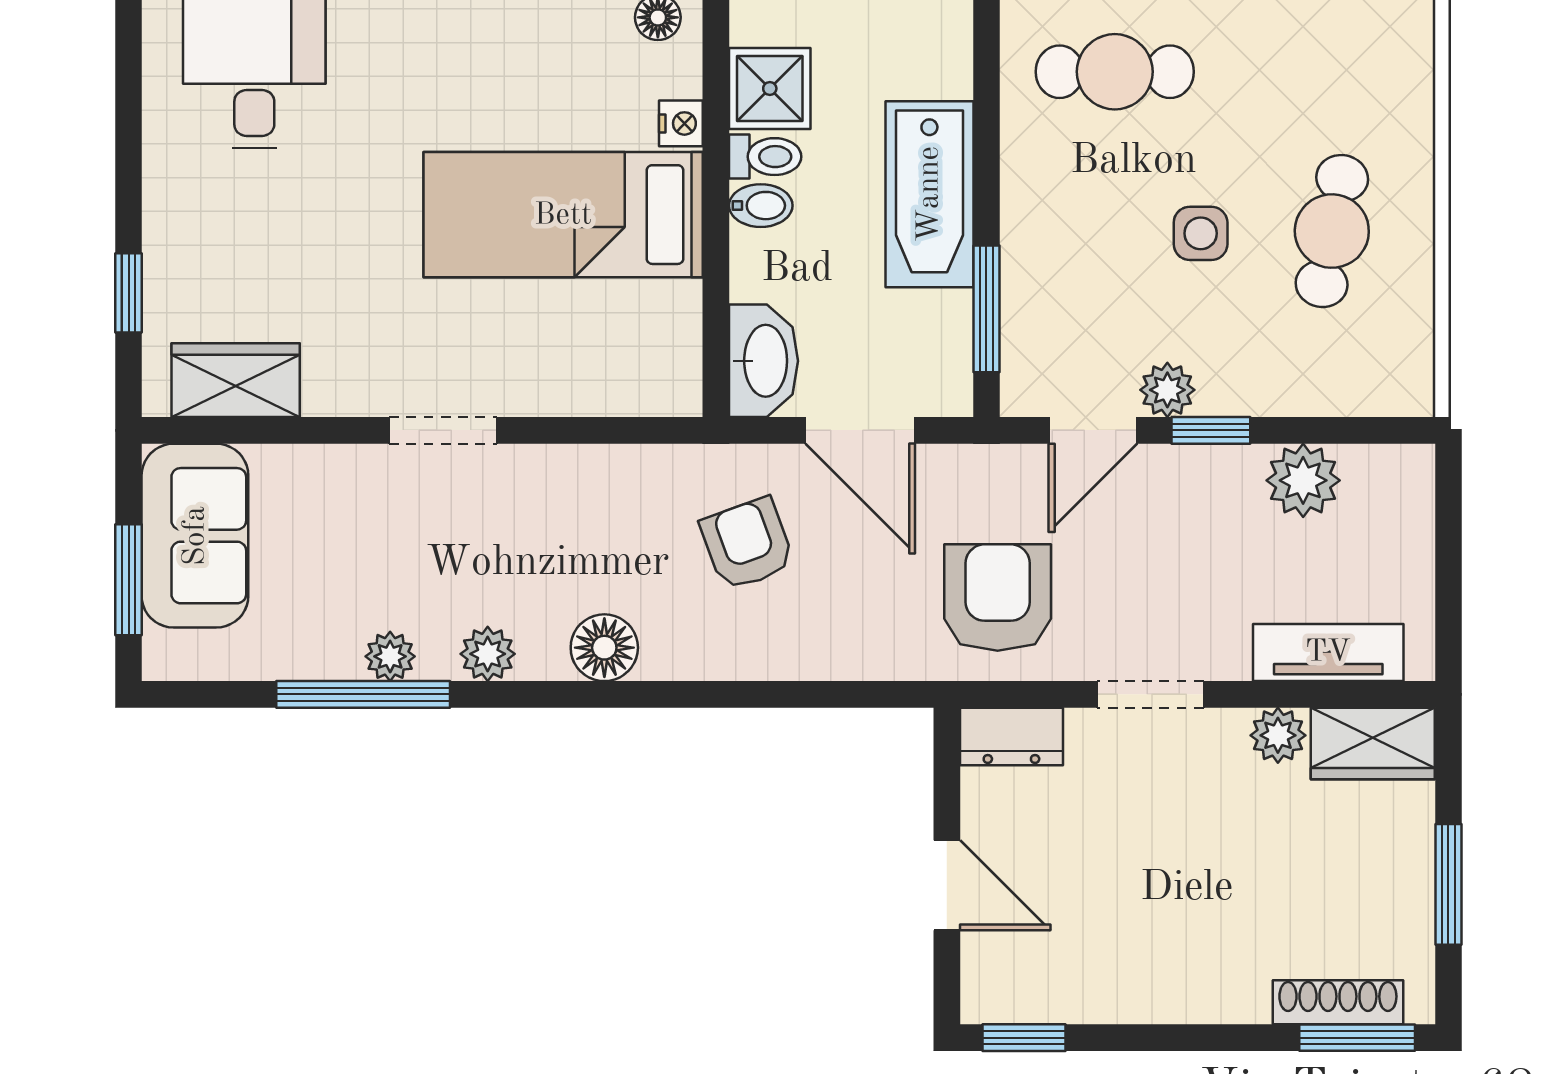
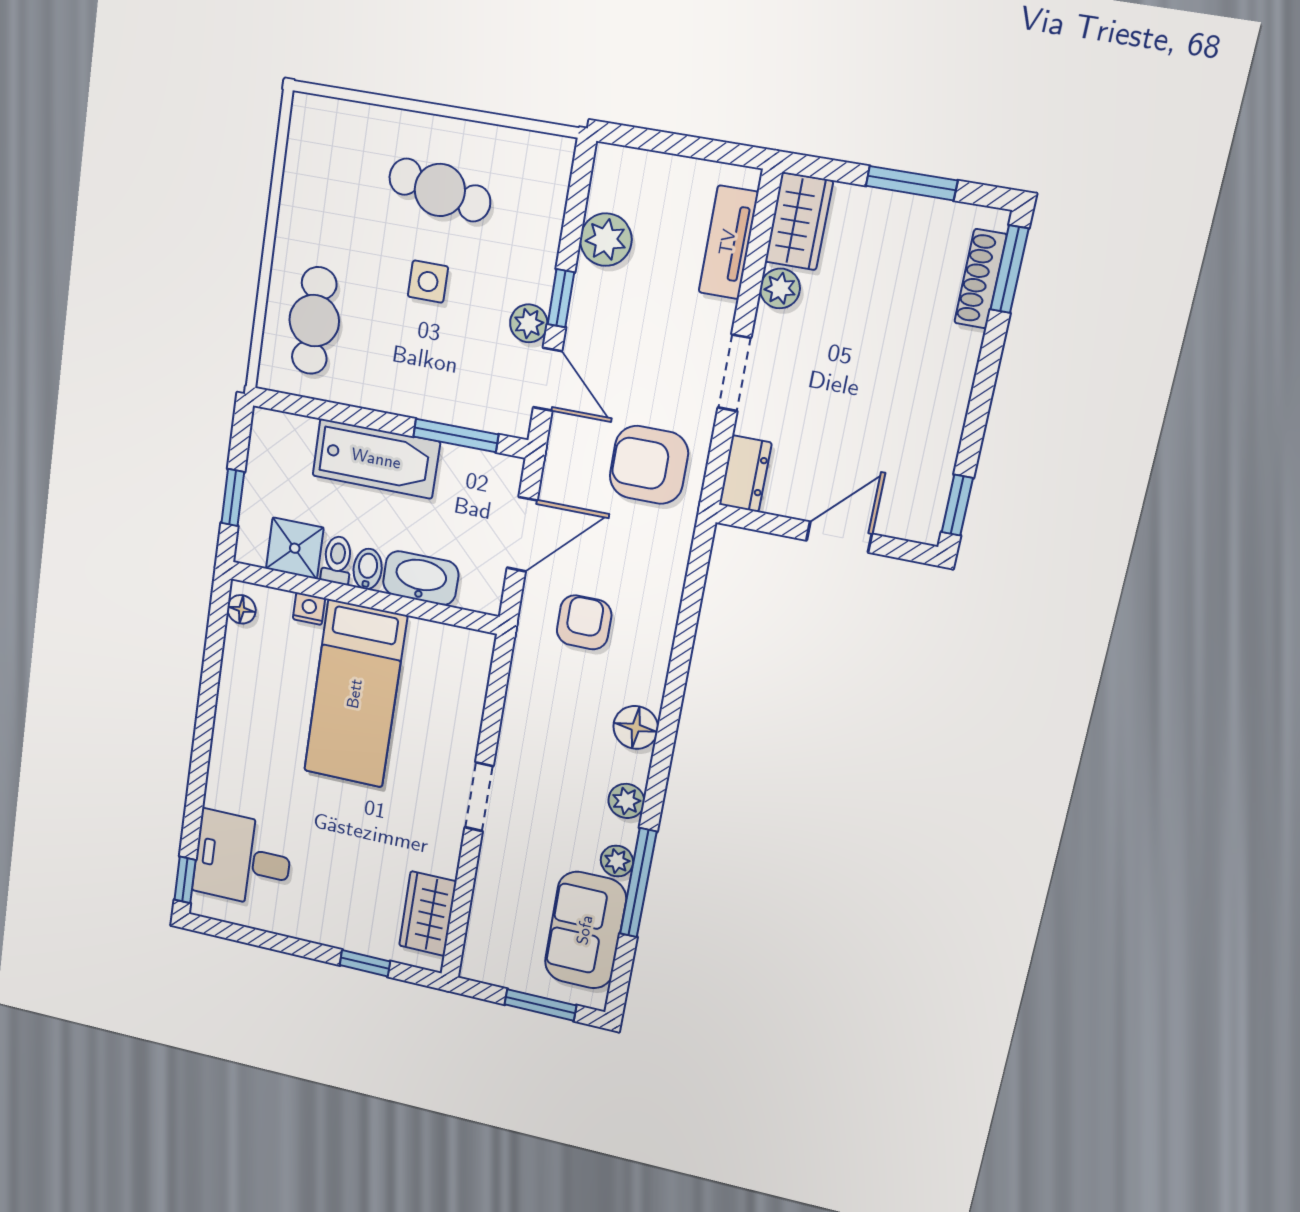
washbasin: (764, 361) -> (421, 578), moved
sofa: (195, 536) -> (585, 930), moved, turned -90
armchair: (747, 544) -> (584, 622), turned 110

